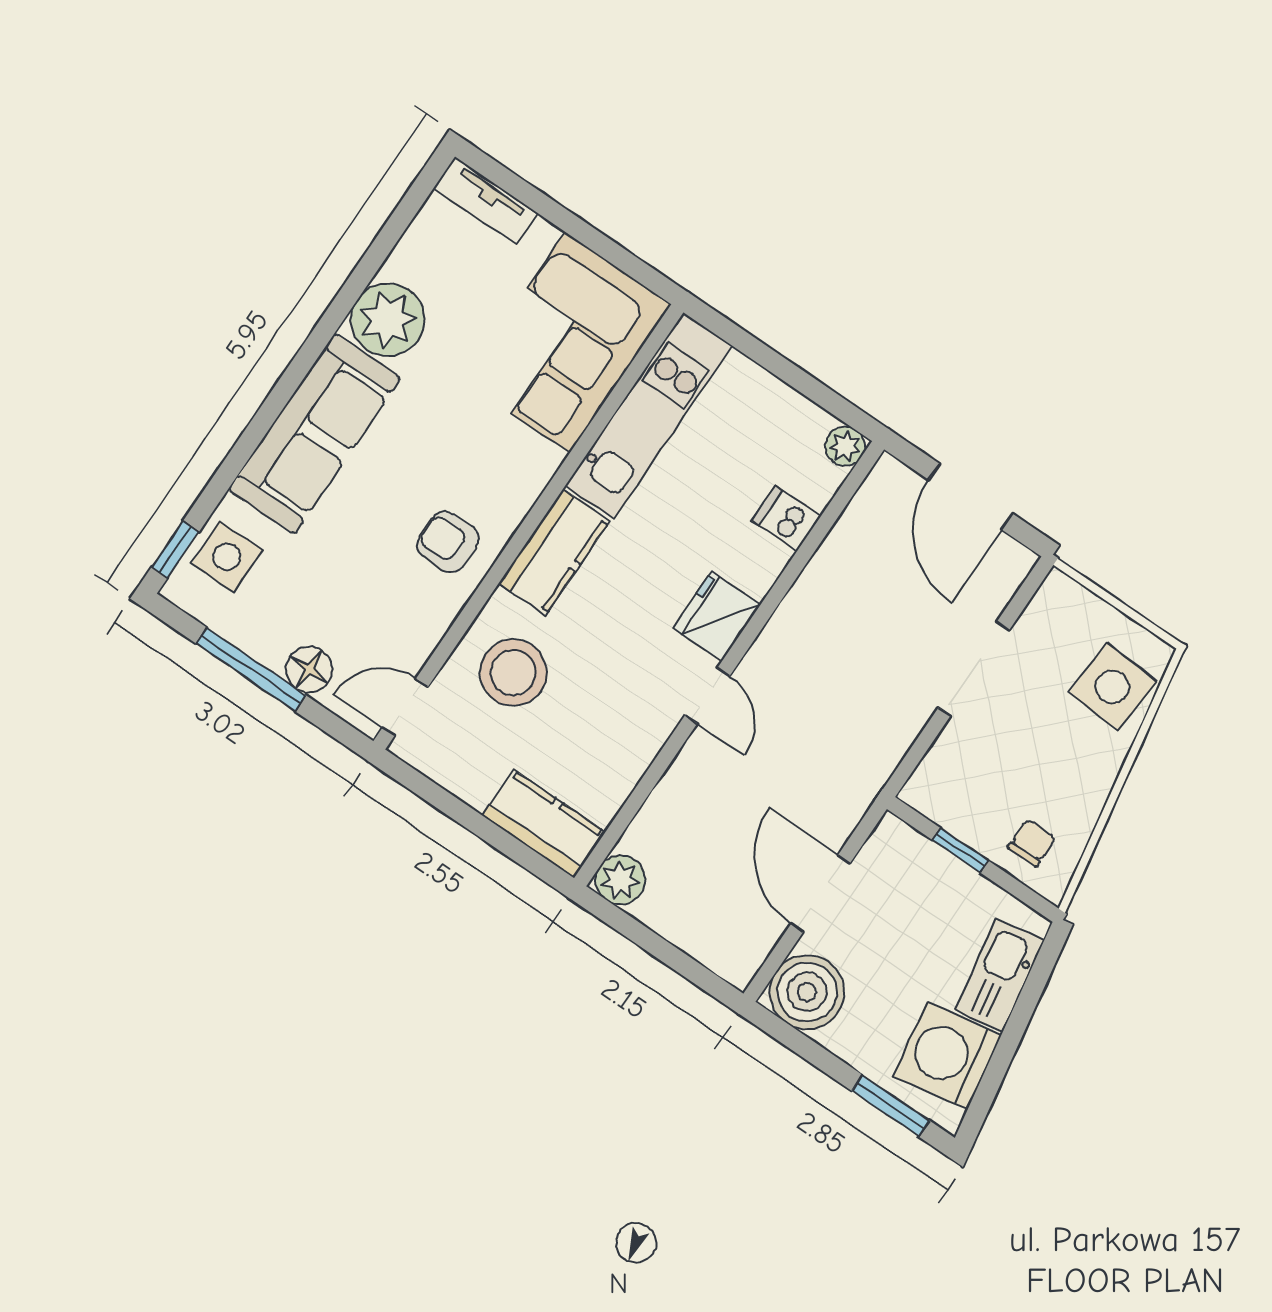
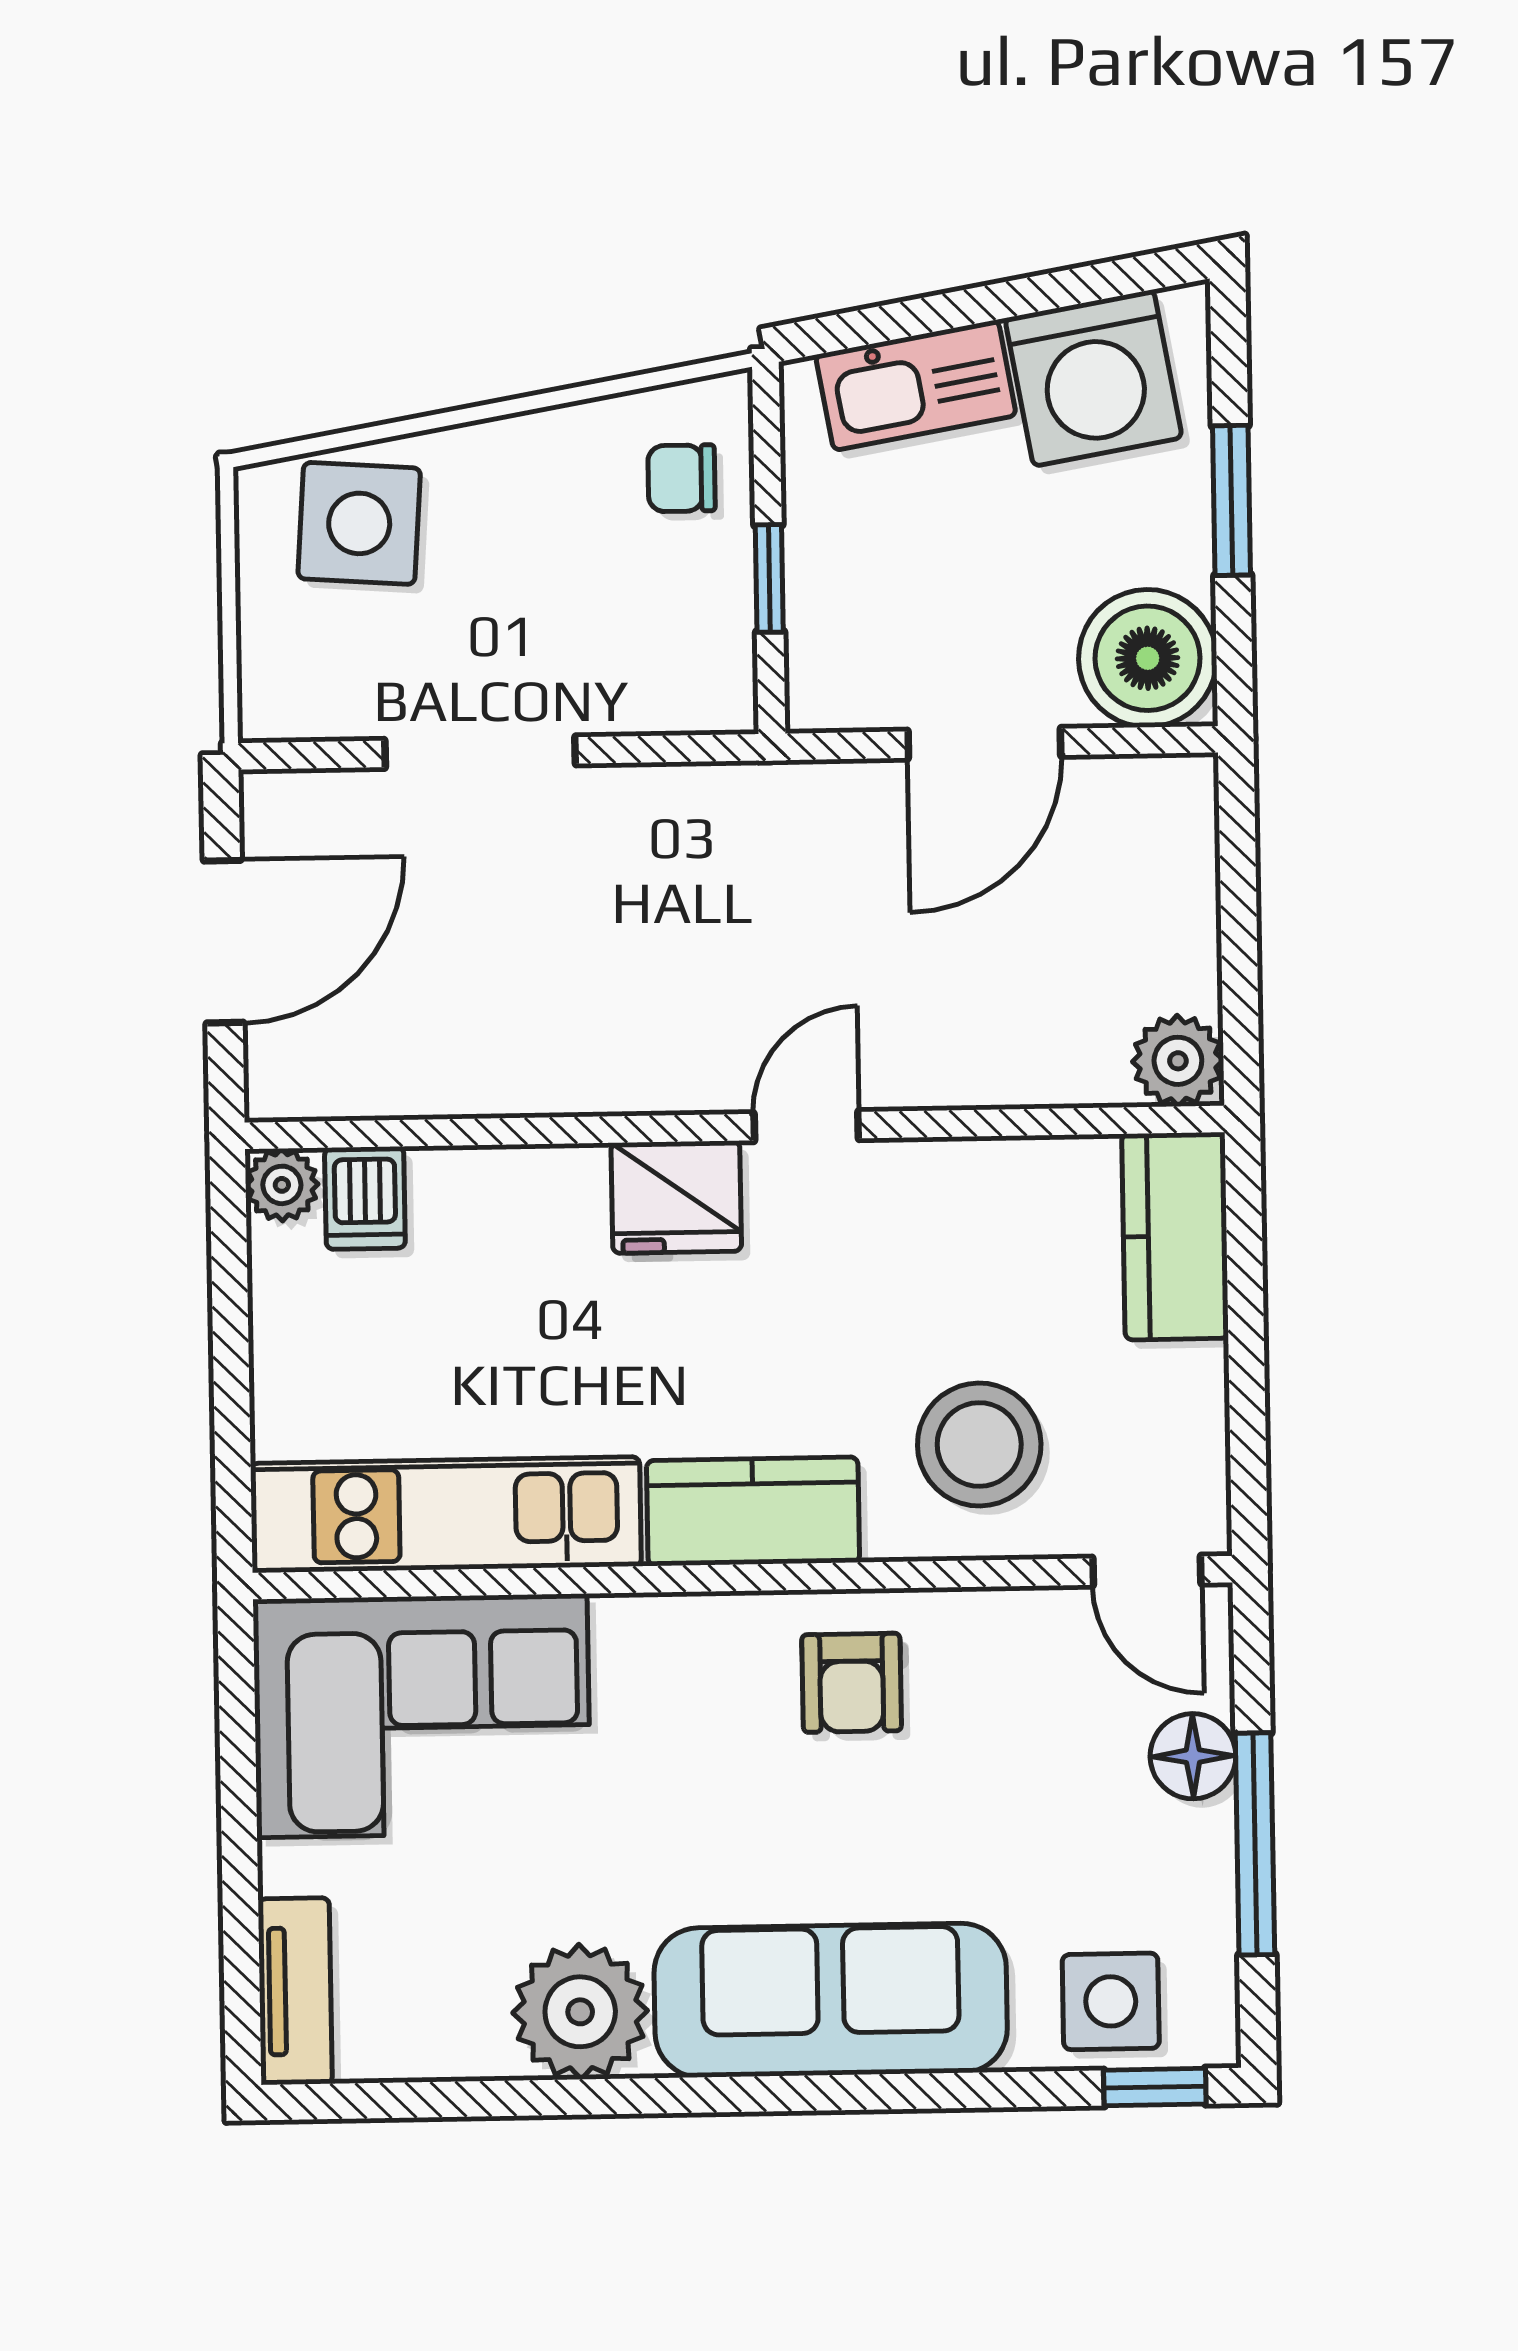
dishwasher: (786, 518) -> (365, 1198), moved
window: (891, 1106) -> (1231, 500), moved

